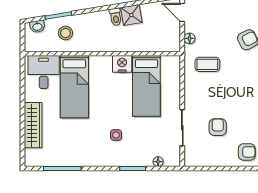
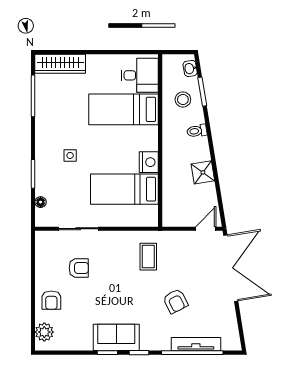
toilet: (116, 17) -> (197, 131), moved
floor lamp: (190, 38) -> (177, 237), removed
wardrobe: (33, 125) -> (60, 64), moved

